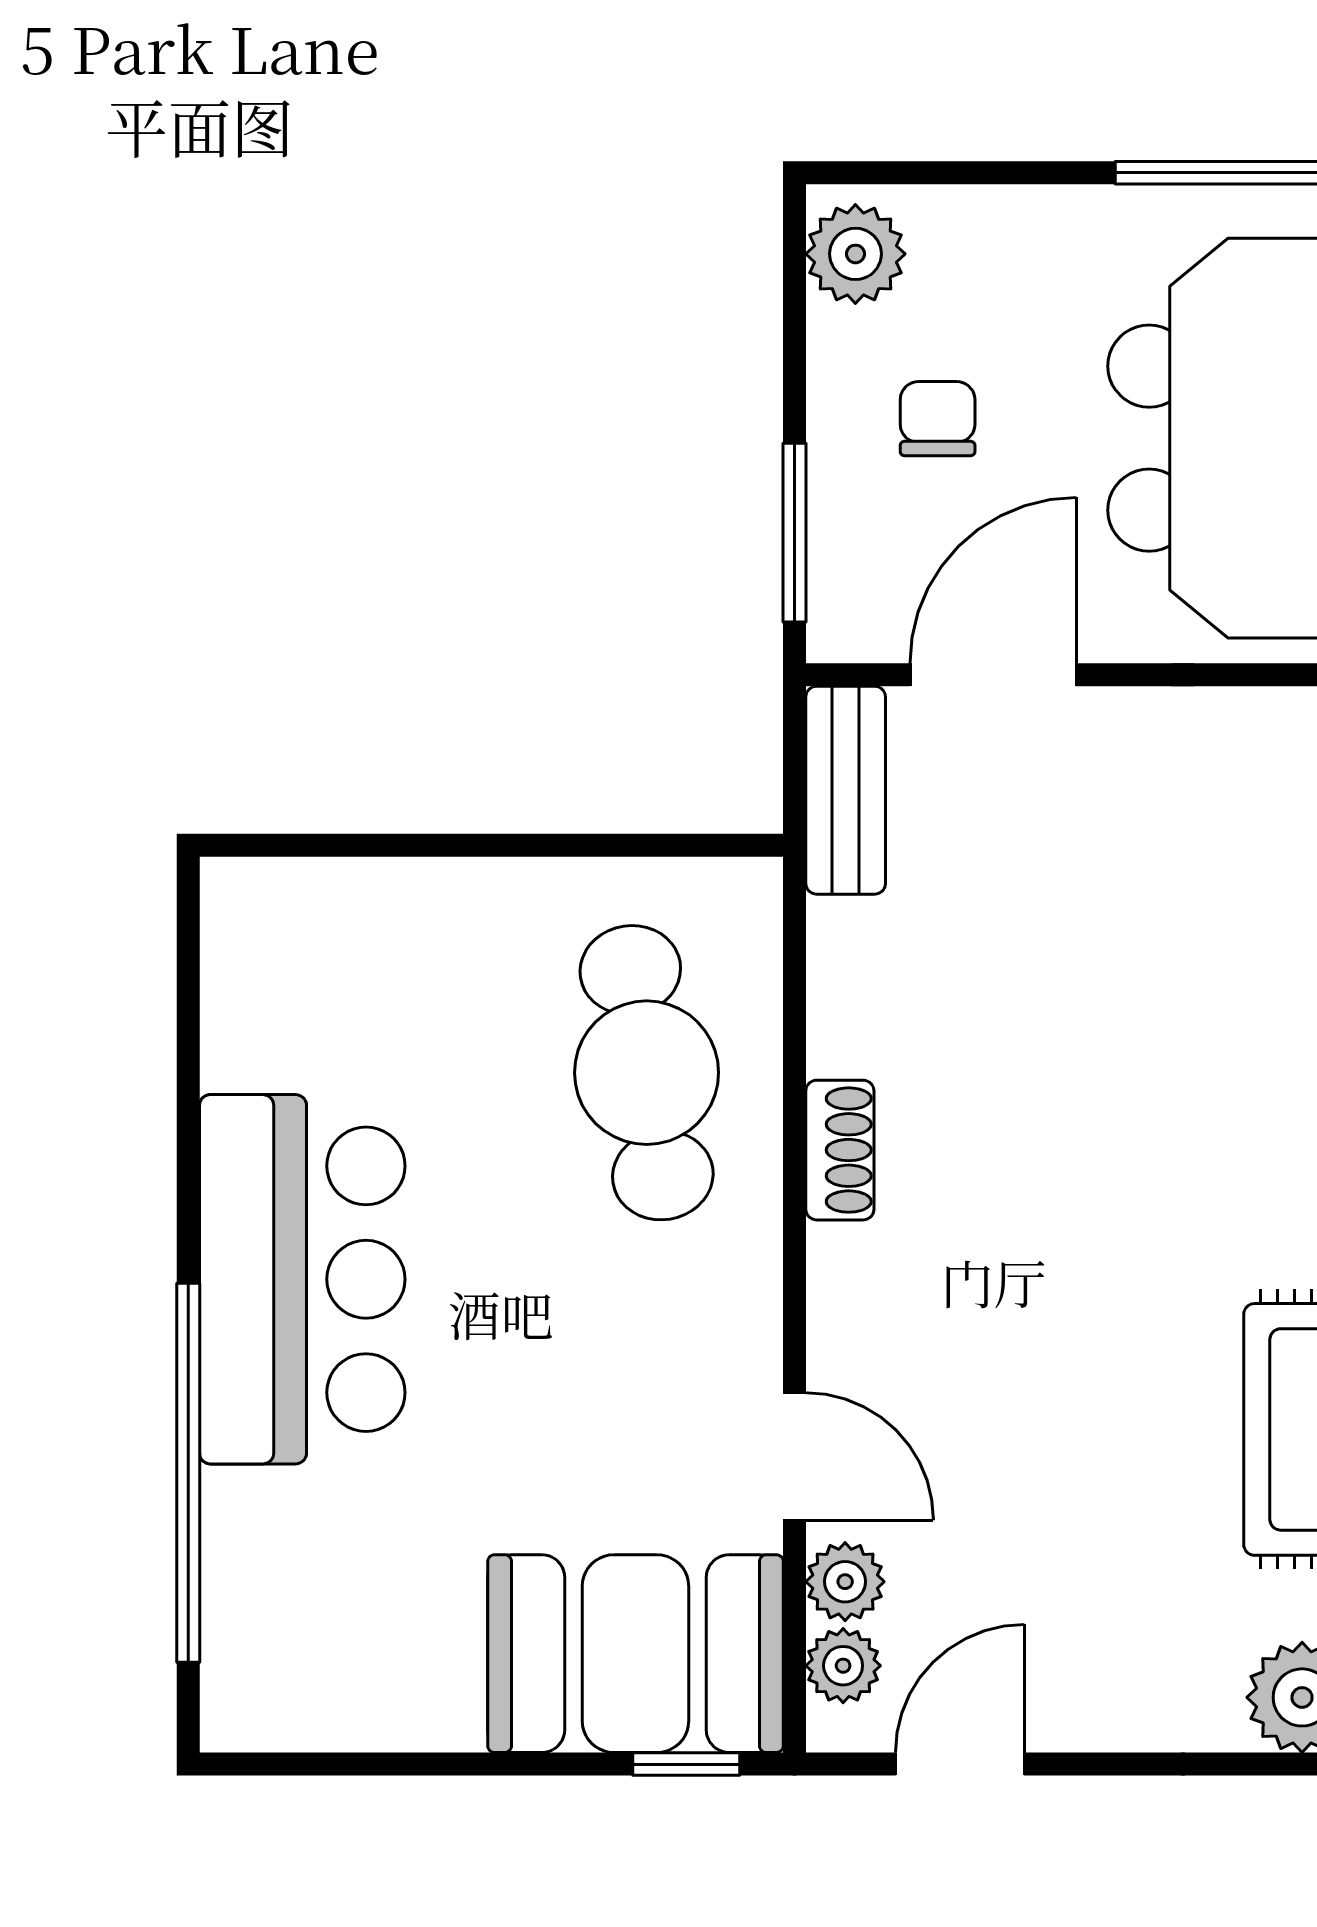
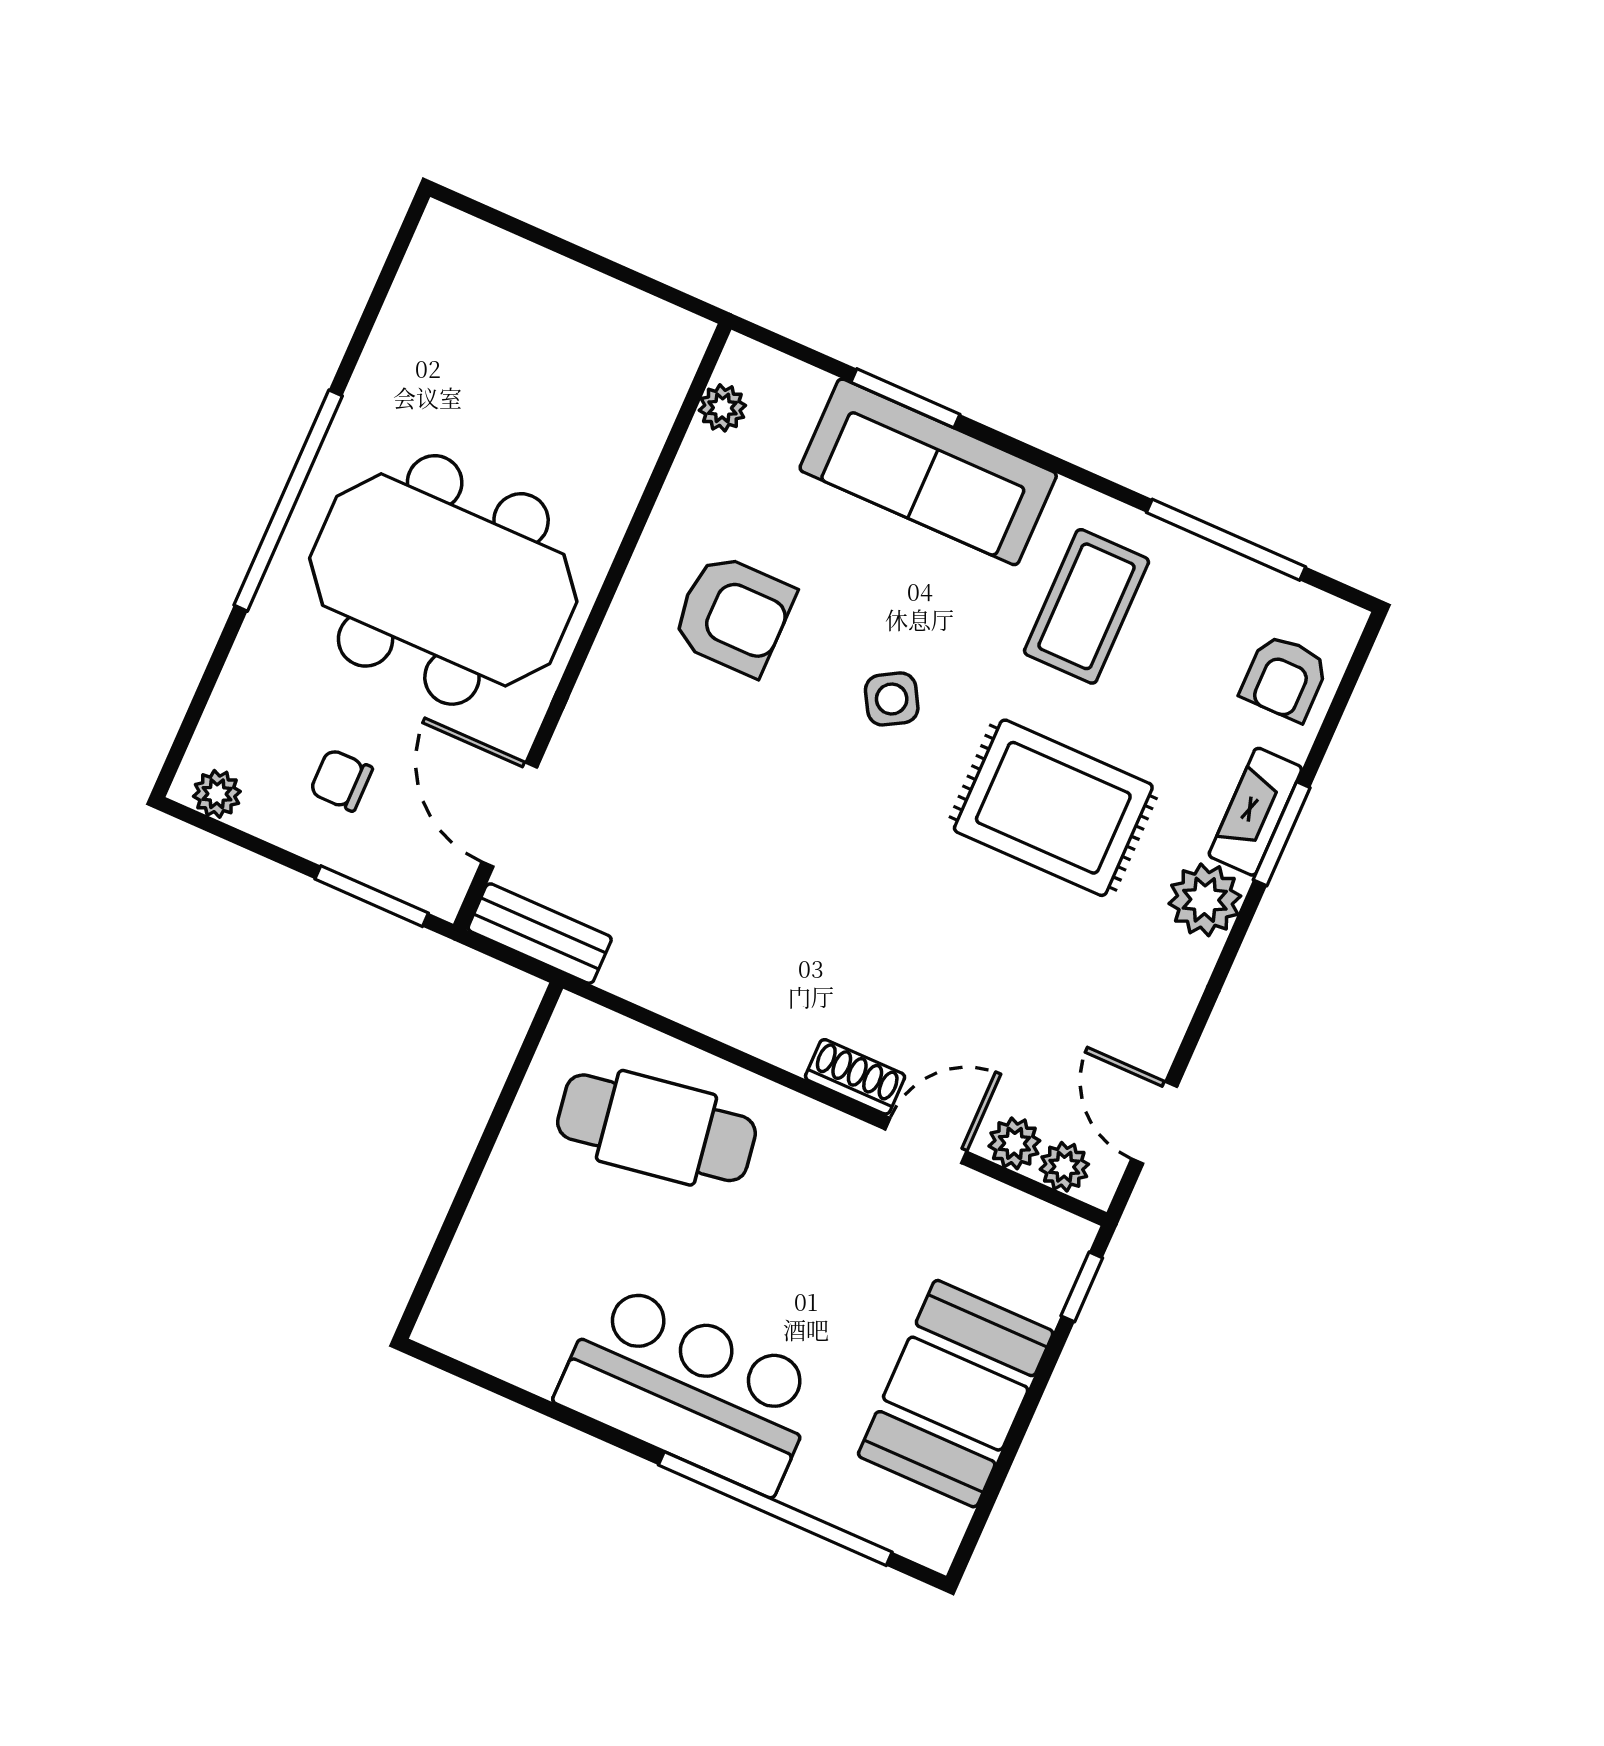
plant: (855, 254) -> (217, 794), width x0.73, depth x0.73
shoe rack: (840, 1150) -> (855, 1077), moved
booth: (635, 1654) -> (956, 1394), moved

